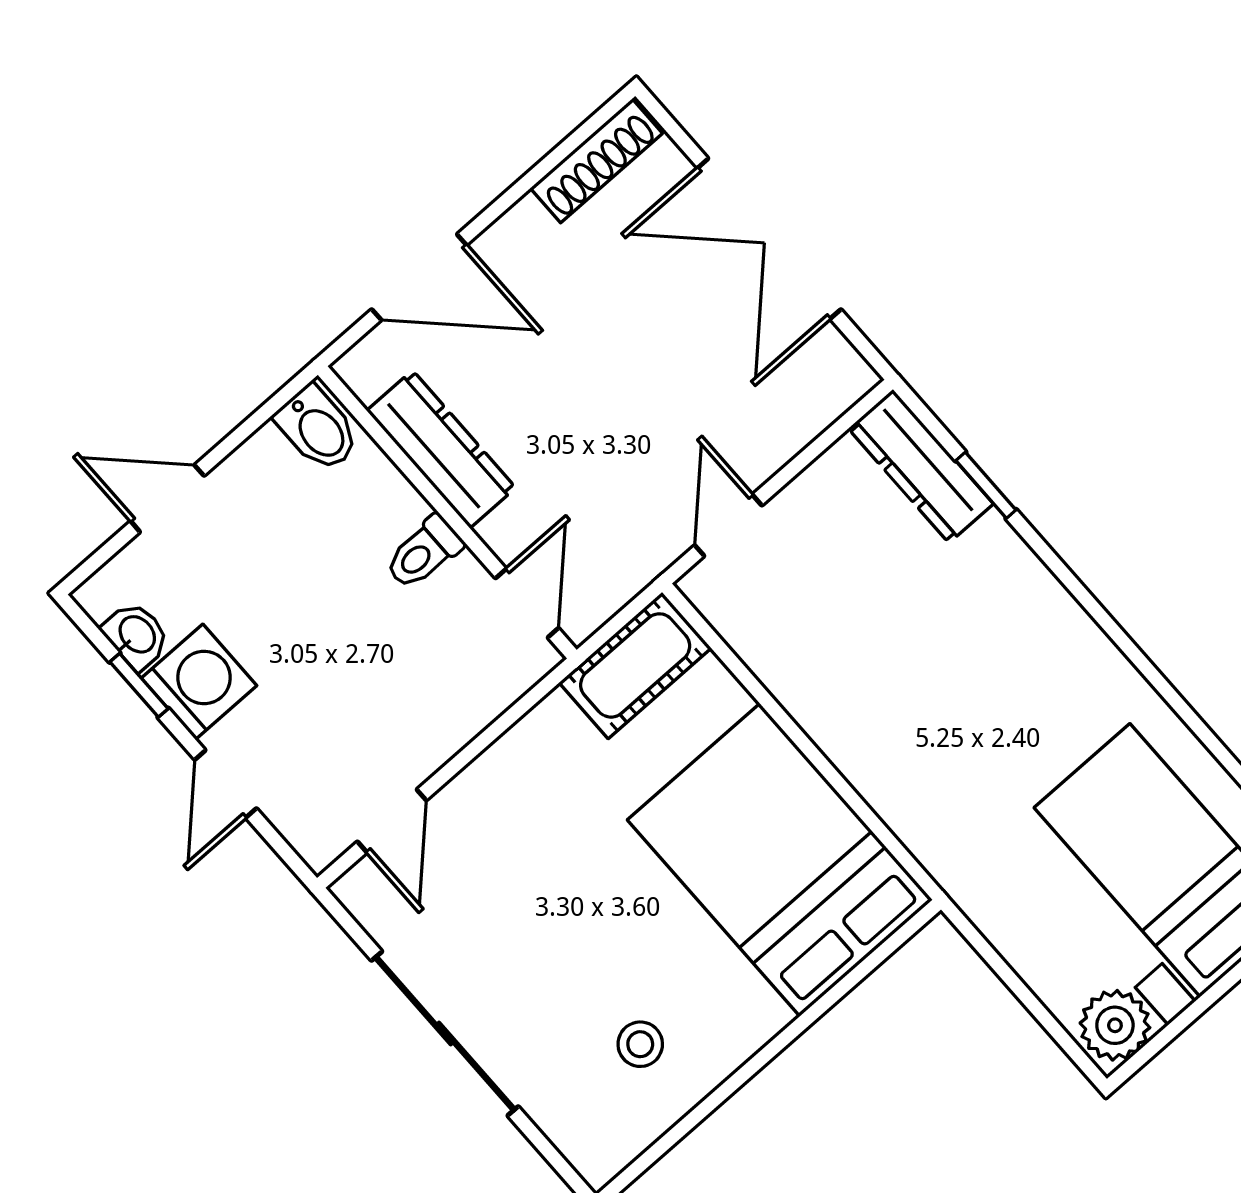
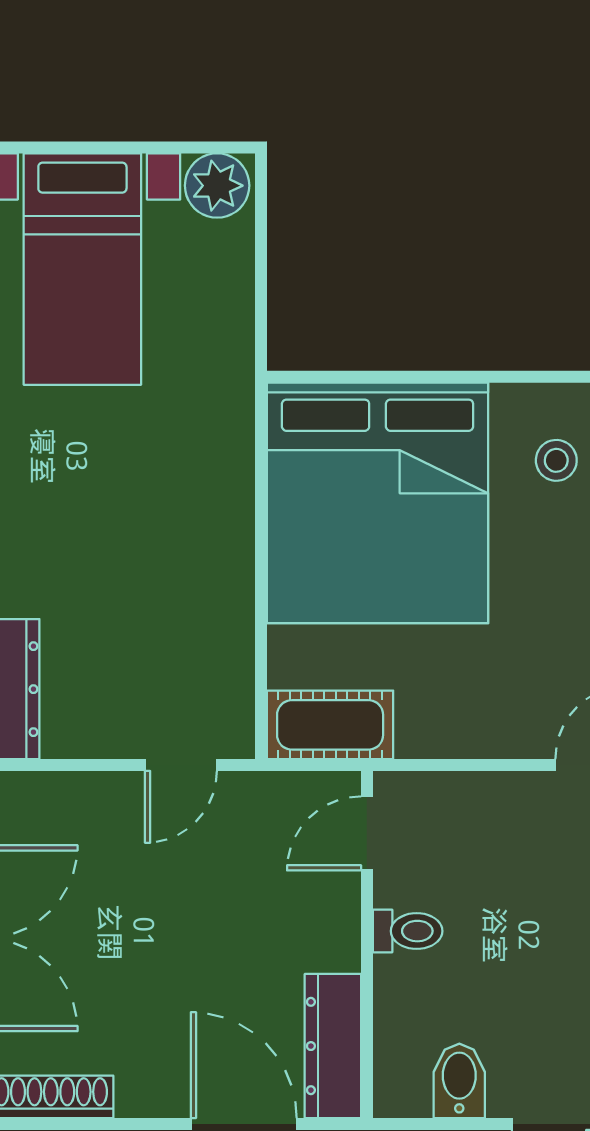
bidet: (318, 429) -> (459, 1081), moved
dresser: (441, 449) -> (333, 1046), moved
bed: (780, 860) -> (378, 503), width x1.36

